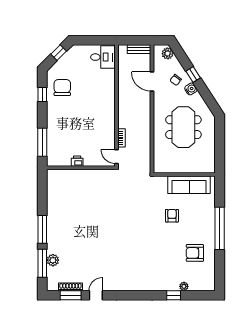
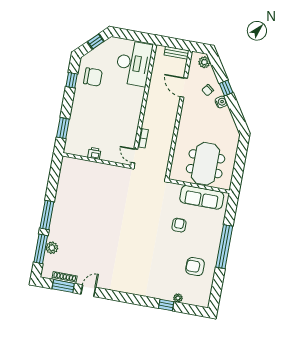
desk: (103, 57) -> (134, 63), width x1.87, depth x1.30
chair: (62, 88) -> (93, 77), turned 90
meeting table: (183, 127) -> (206, 164), moved
window: (42, 142) -> (63, 128), width x0.69

